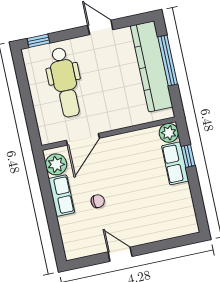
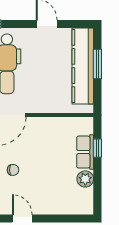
window: (168, 61) -> (97, 64), width x0.69
plant: (169, 133) -> (85, 179), moved

